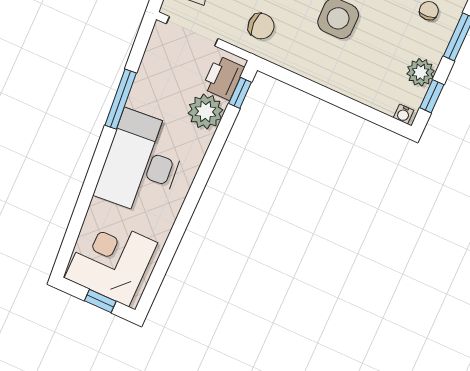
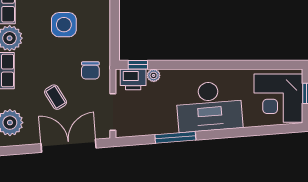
chair: (261, 26) -> (90, 70), turned 180
plant: (205, 112) -> (154, 75), width x0.53, depth x0.53

